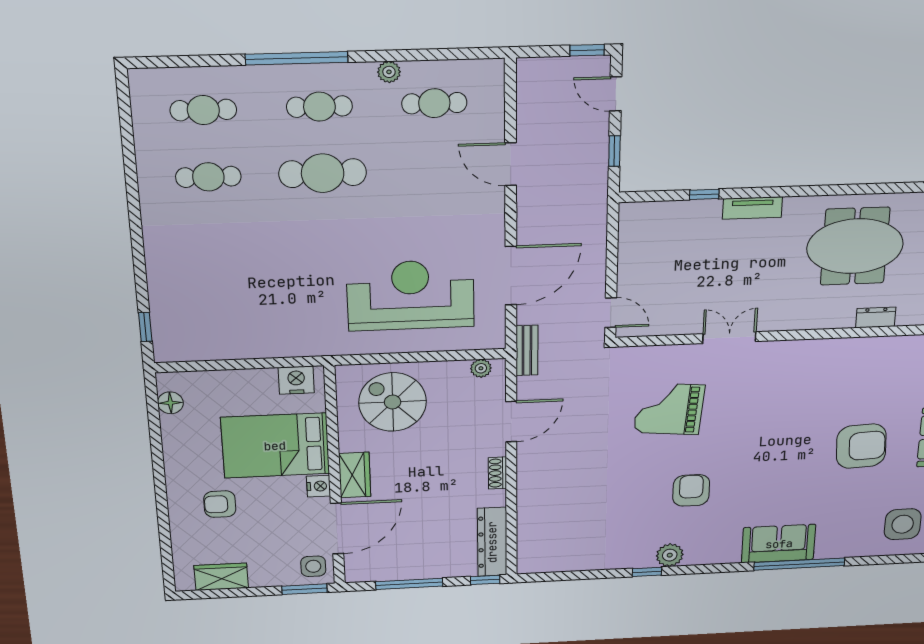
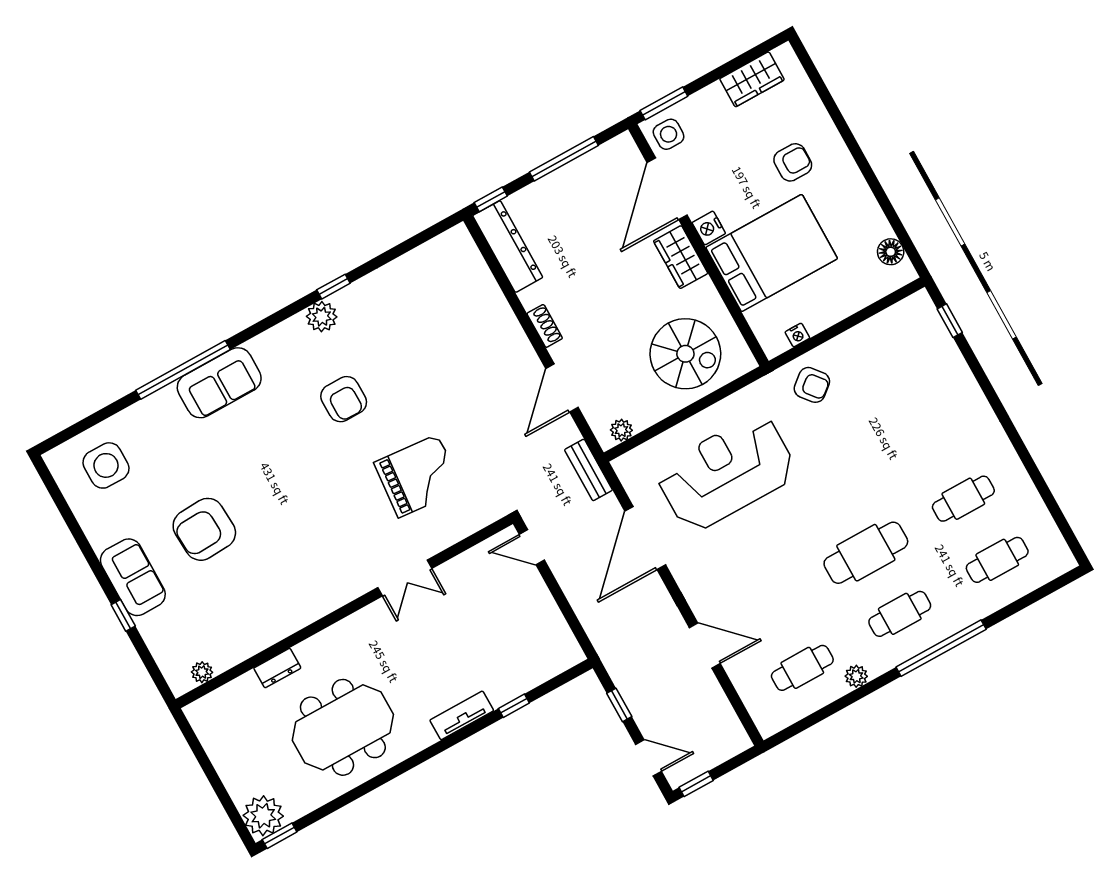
reception desk: (411, 295) -> (726, 473), turned 180
armchair: (296, 330) -> (812, 385), added
nightstand: (296, 380) -> (797, 335), width x0.53, depth x0.56

